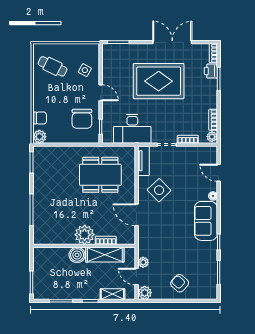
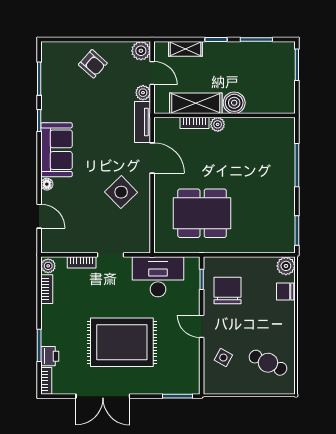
tv unit: (144, 161) -> (143, 122), moved
plant: (85, 235) -> (218, 124), width x0.53, depth x0.53

